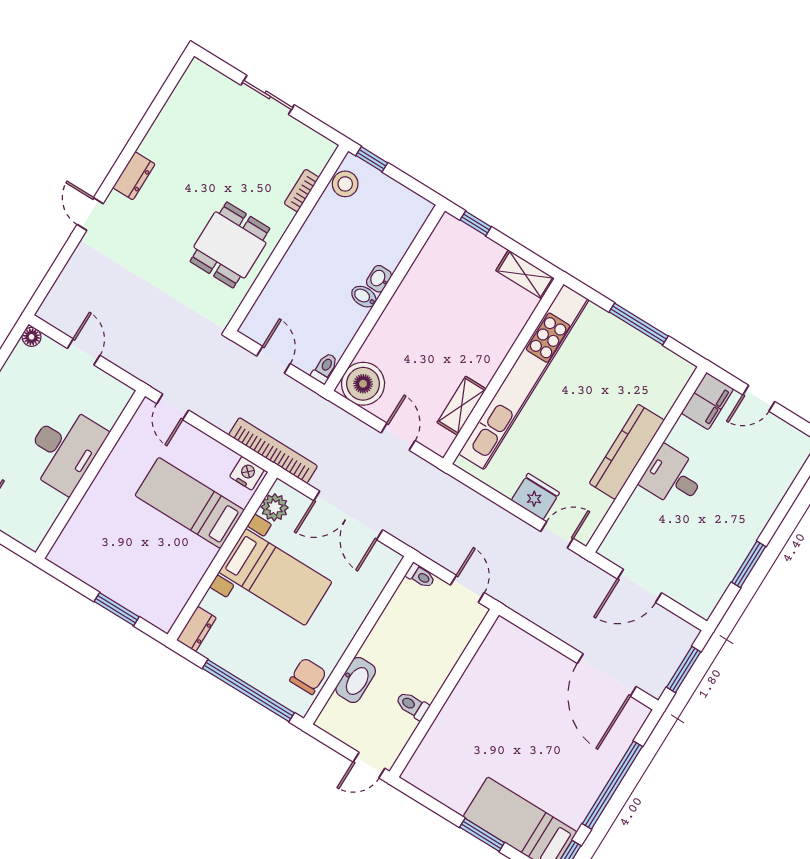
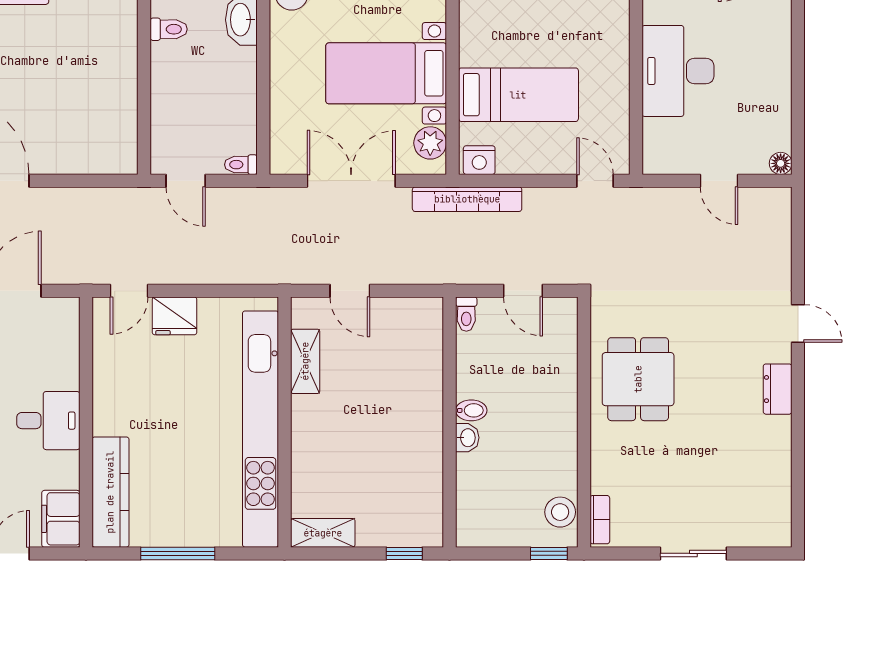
bookcase: (302, 191) -> (600, 520), moved
boiler: (363, 384) -> (418, 322), removed
kitchen counter: (627, 452) -> (110, 492), moved

